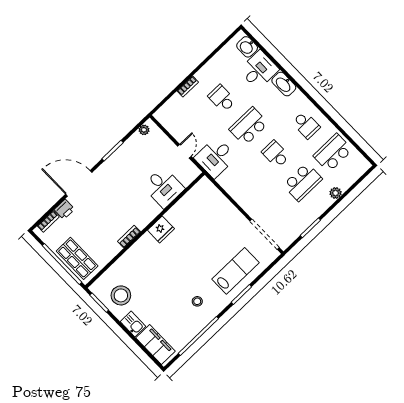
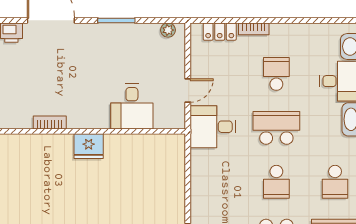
locker: (171, 105) -> (220, 32), added
school desk: (276, 154) -> (276, 182), turned 180

